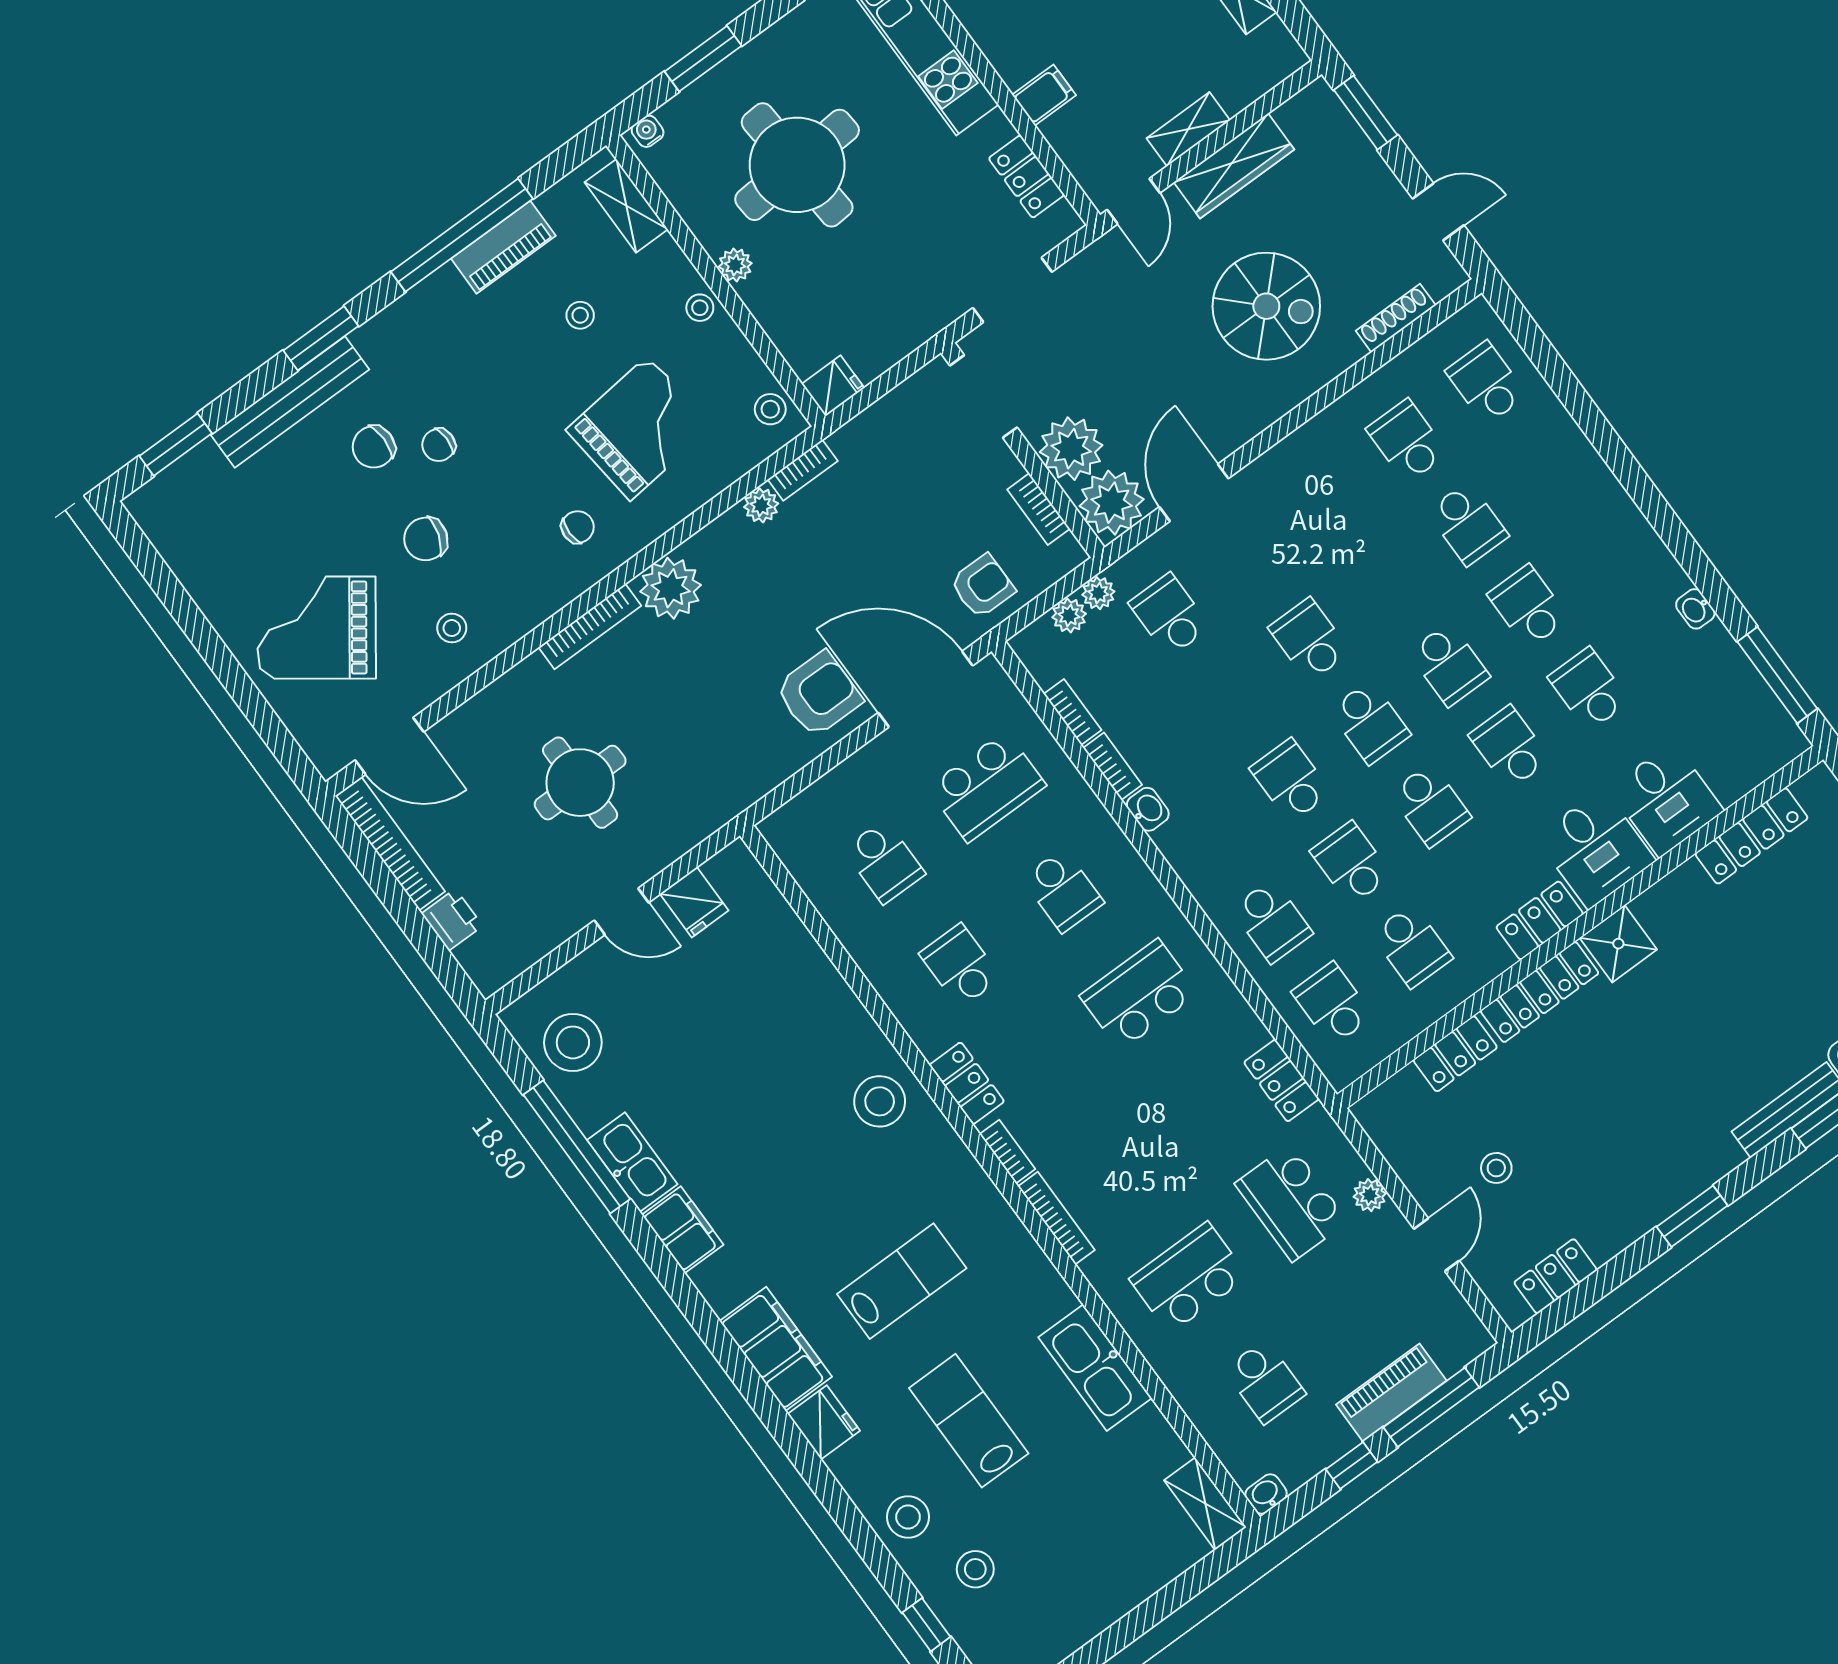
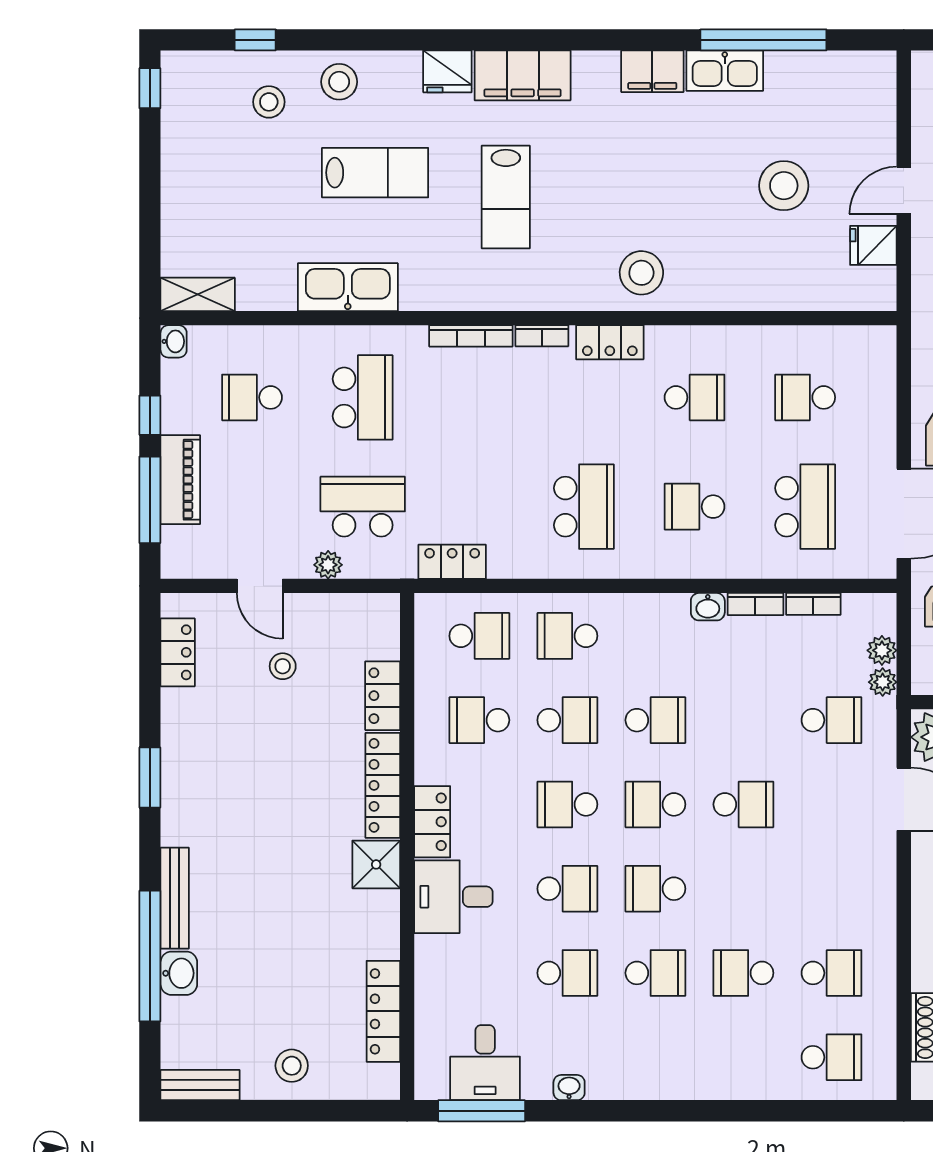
school desk: (987, 787) -> (805, 507), turned 180
desk: (1666, 800) -> (485, 1063), moved, turned -90
stool: (573, 1042) -> (784, 186), moved

